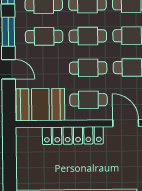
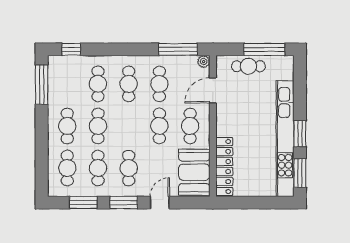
cafe table: (88, 36) -> (129, 126), removed
locker: (73, 136) -> (224, 167), moved

